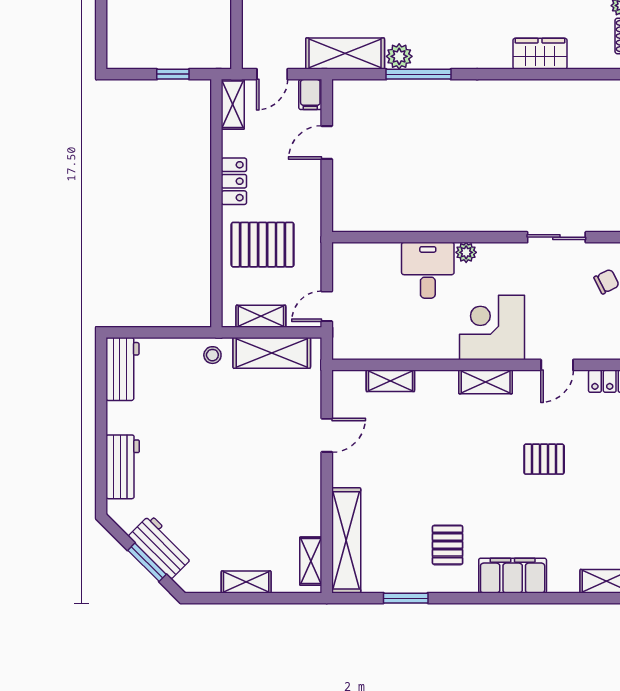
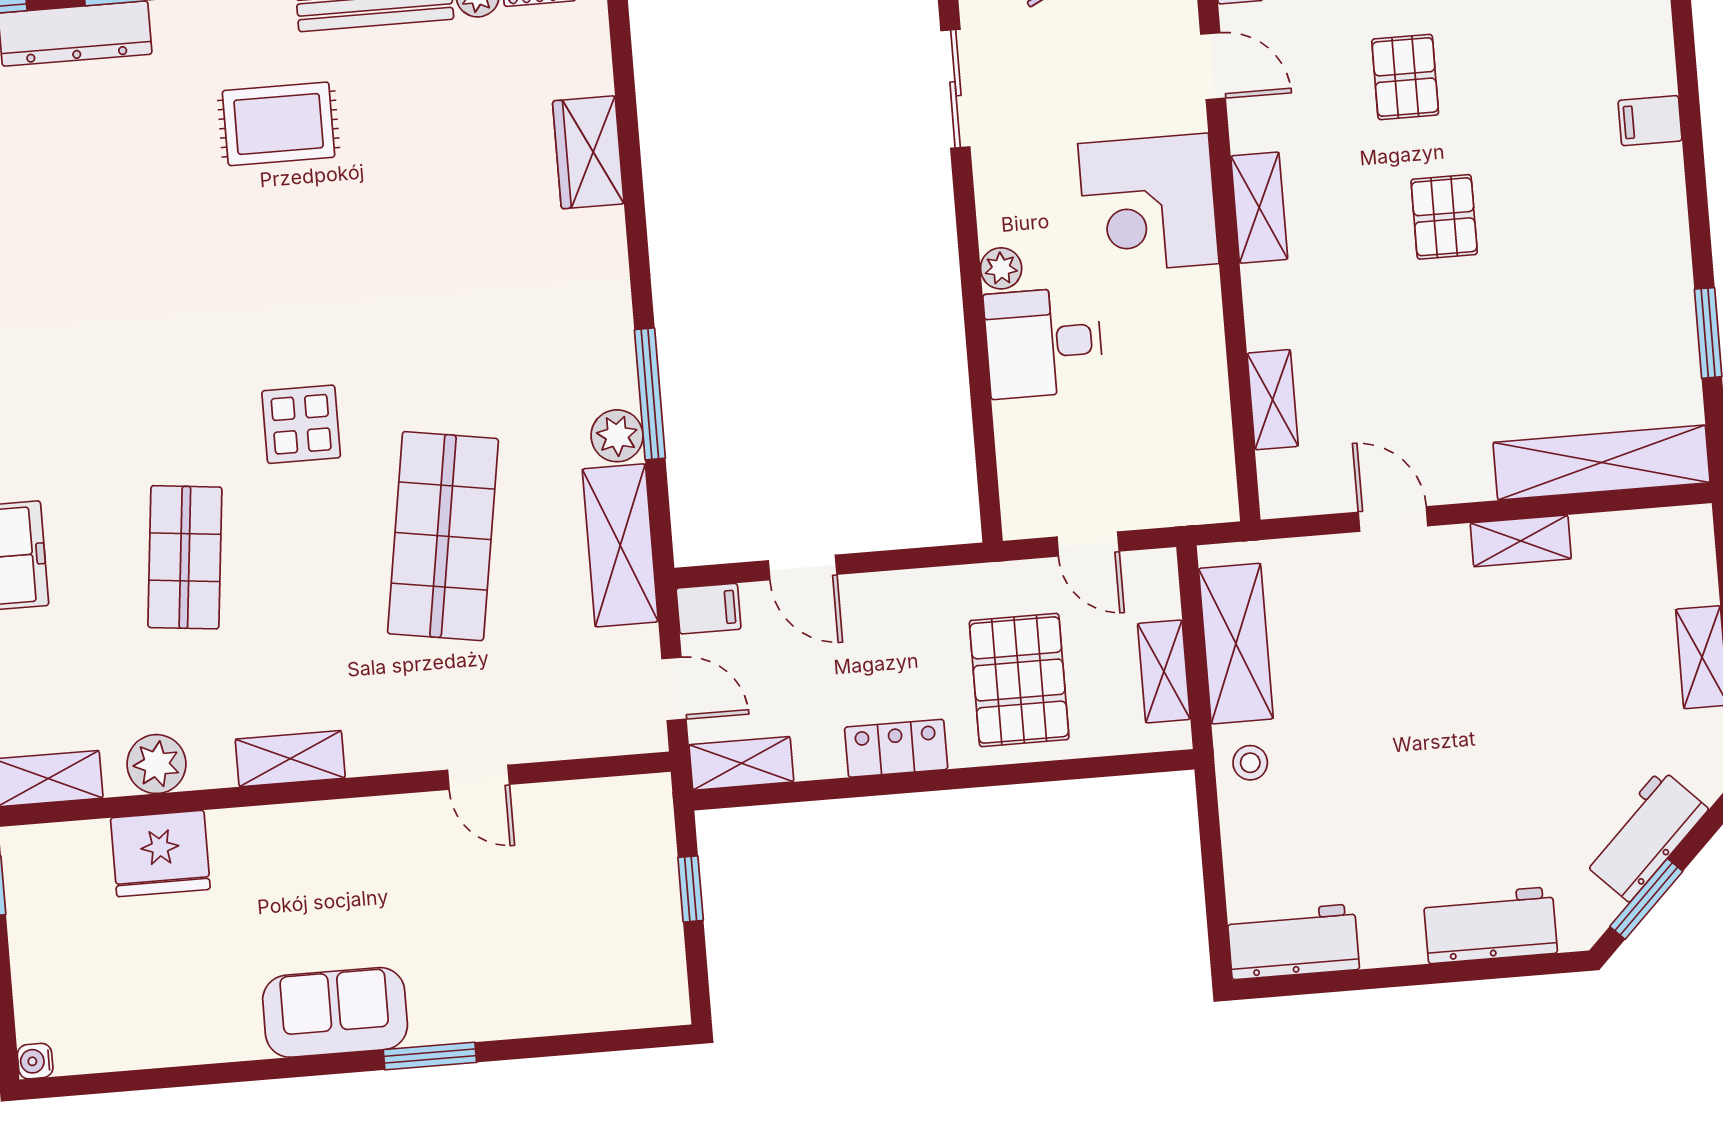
door: (327, 306) -> (1088, 544), moved
pallet: (448, 545) -> (1444, 217), moved, turned 90
shelving: (311, 561) -> (1521, 541), moved
window: (147, 562) -> (1646, 899), moved
filing cabinet: (513, 576) -> (1650, 121), width x0.33, depth x0.86

